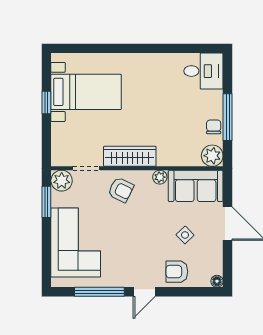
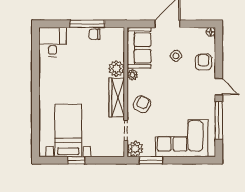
plant: (212, 156) -> (116, 69), moved
armchair: (177, 272) -> (204, 62), turned 180

